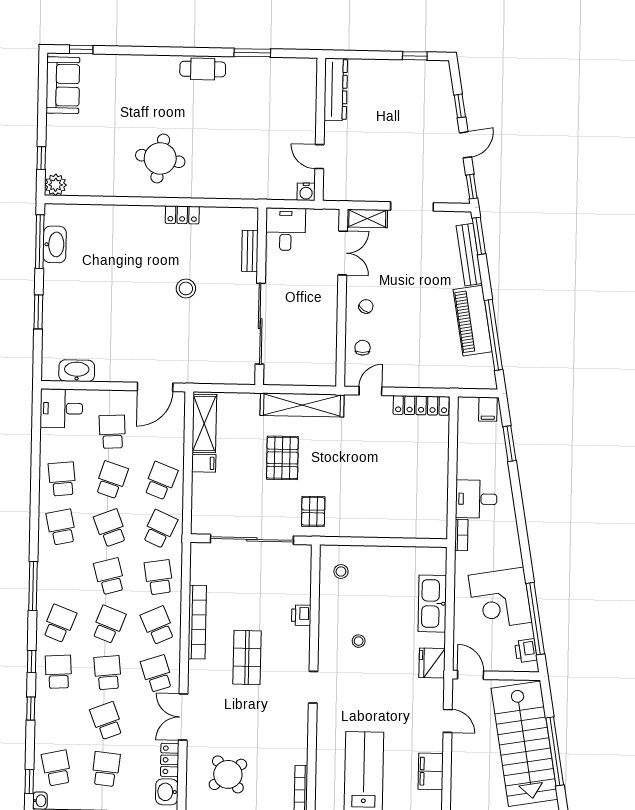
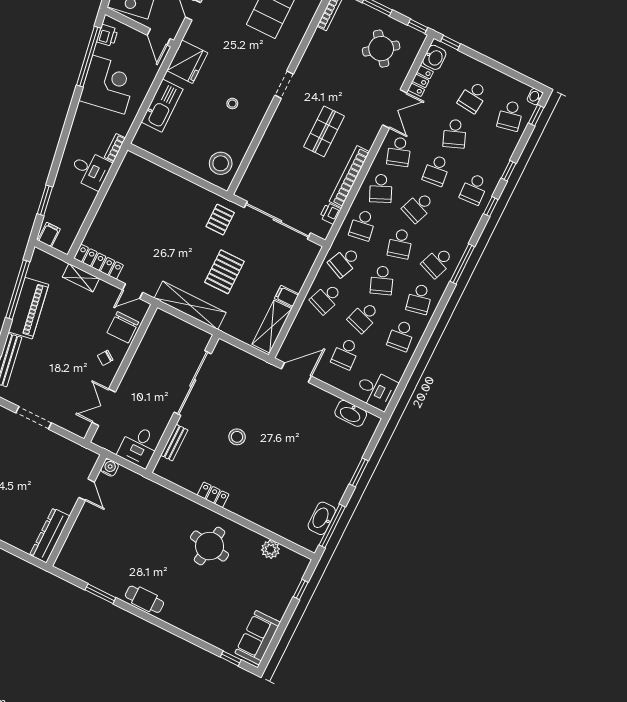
plant: (56, 185) -> (270, 549), moved
shelving: (367, 218) -> (81, 278), moved
chair: (363, 348) -> (123, 327), width x1.87, depth x1.87
stool: (341, 572) -> (221, 163), width x1.89, depth x1.89
printer: (301, 615) -> (330, 213), moved, turned 180
school desk: (59, 624) -> (438, 262), moved
fridge: (432, 663) -> (187, 62), width x1.36, depth x1.34

